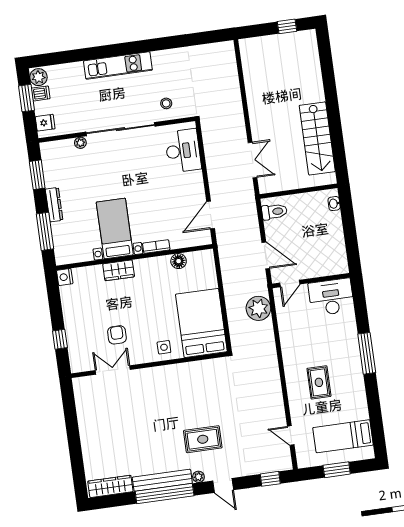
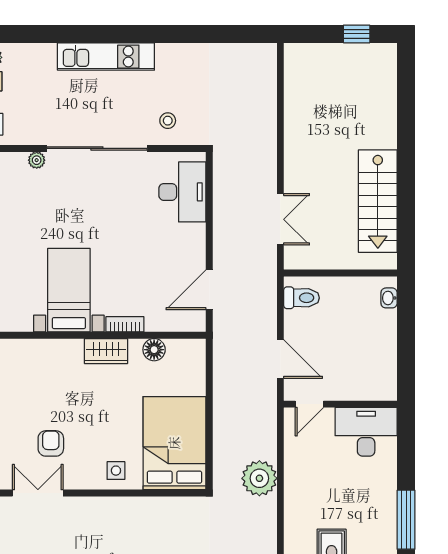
wardrobe: (119, 270) -> (106, 351), moved
plant: (258, 308) -> (259, 478), moved

